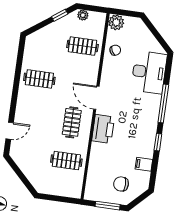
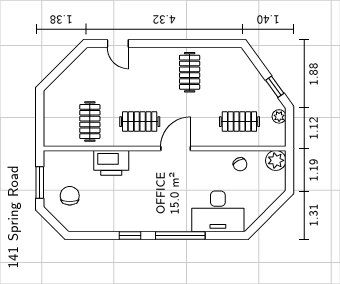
clothes rail: (82, 46) -> (239, 122), turned 90
printer: (103, 129) -> (111, 163), moved
filing cabinet: (144, 164) -> (99, 221), removed

